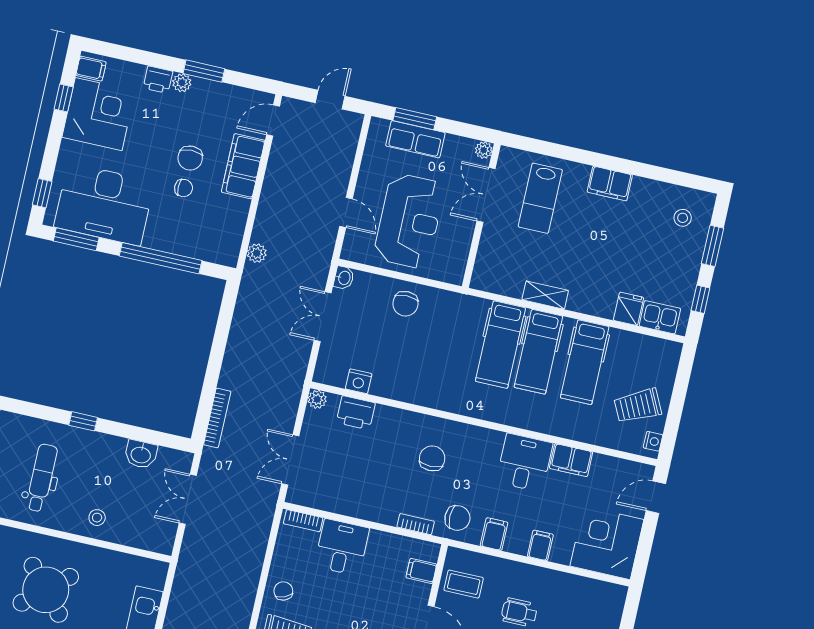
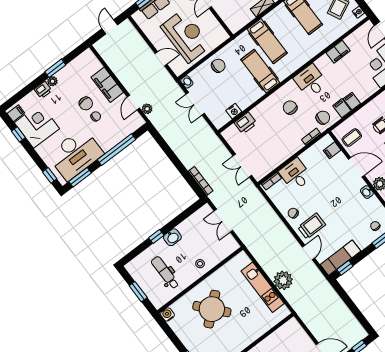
door: (273, 120) -> (133, 103), moved
chair: (405, 304) -> (218, 66), turned -90
hospital bed: (538, 352) -> (260, 71), moved, turned 180
plant: (317, 399) -> (227, 134), removed
washbasin: (141, 454) -> (172, 237), moved
desk: (524, 463) -> (311, 81), moved
filing cabinet: (540, 545) -> (352, 101), moved

